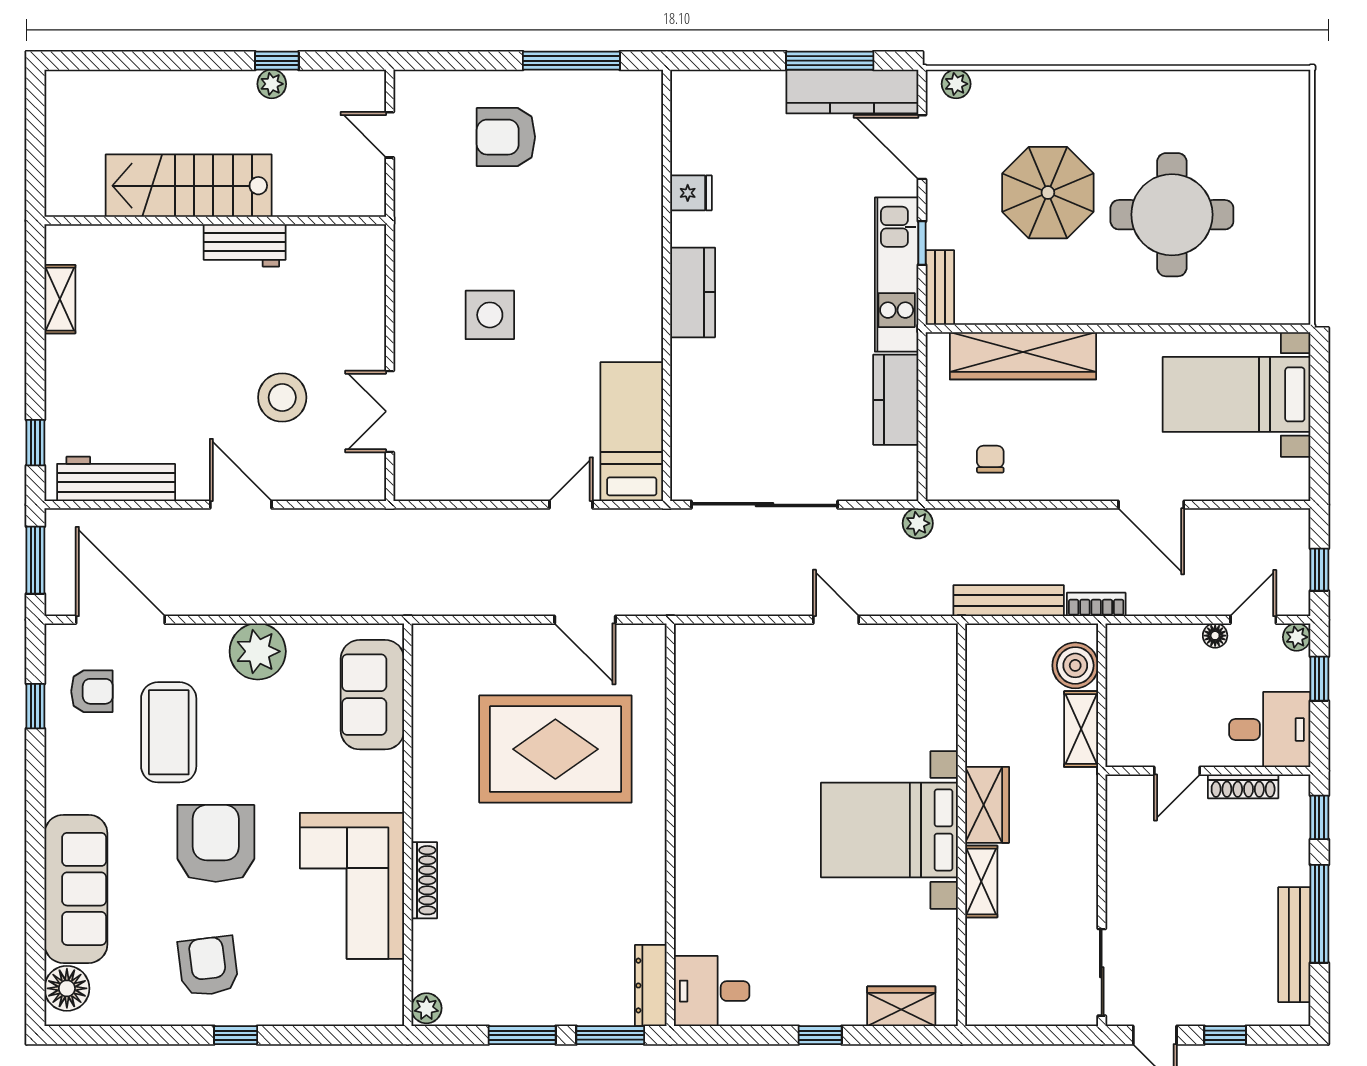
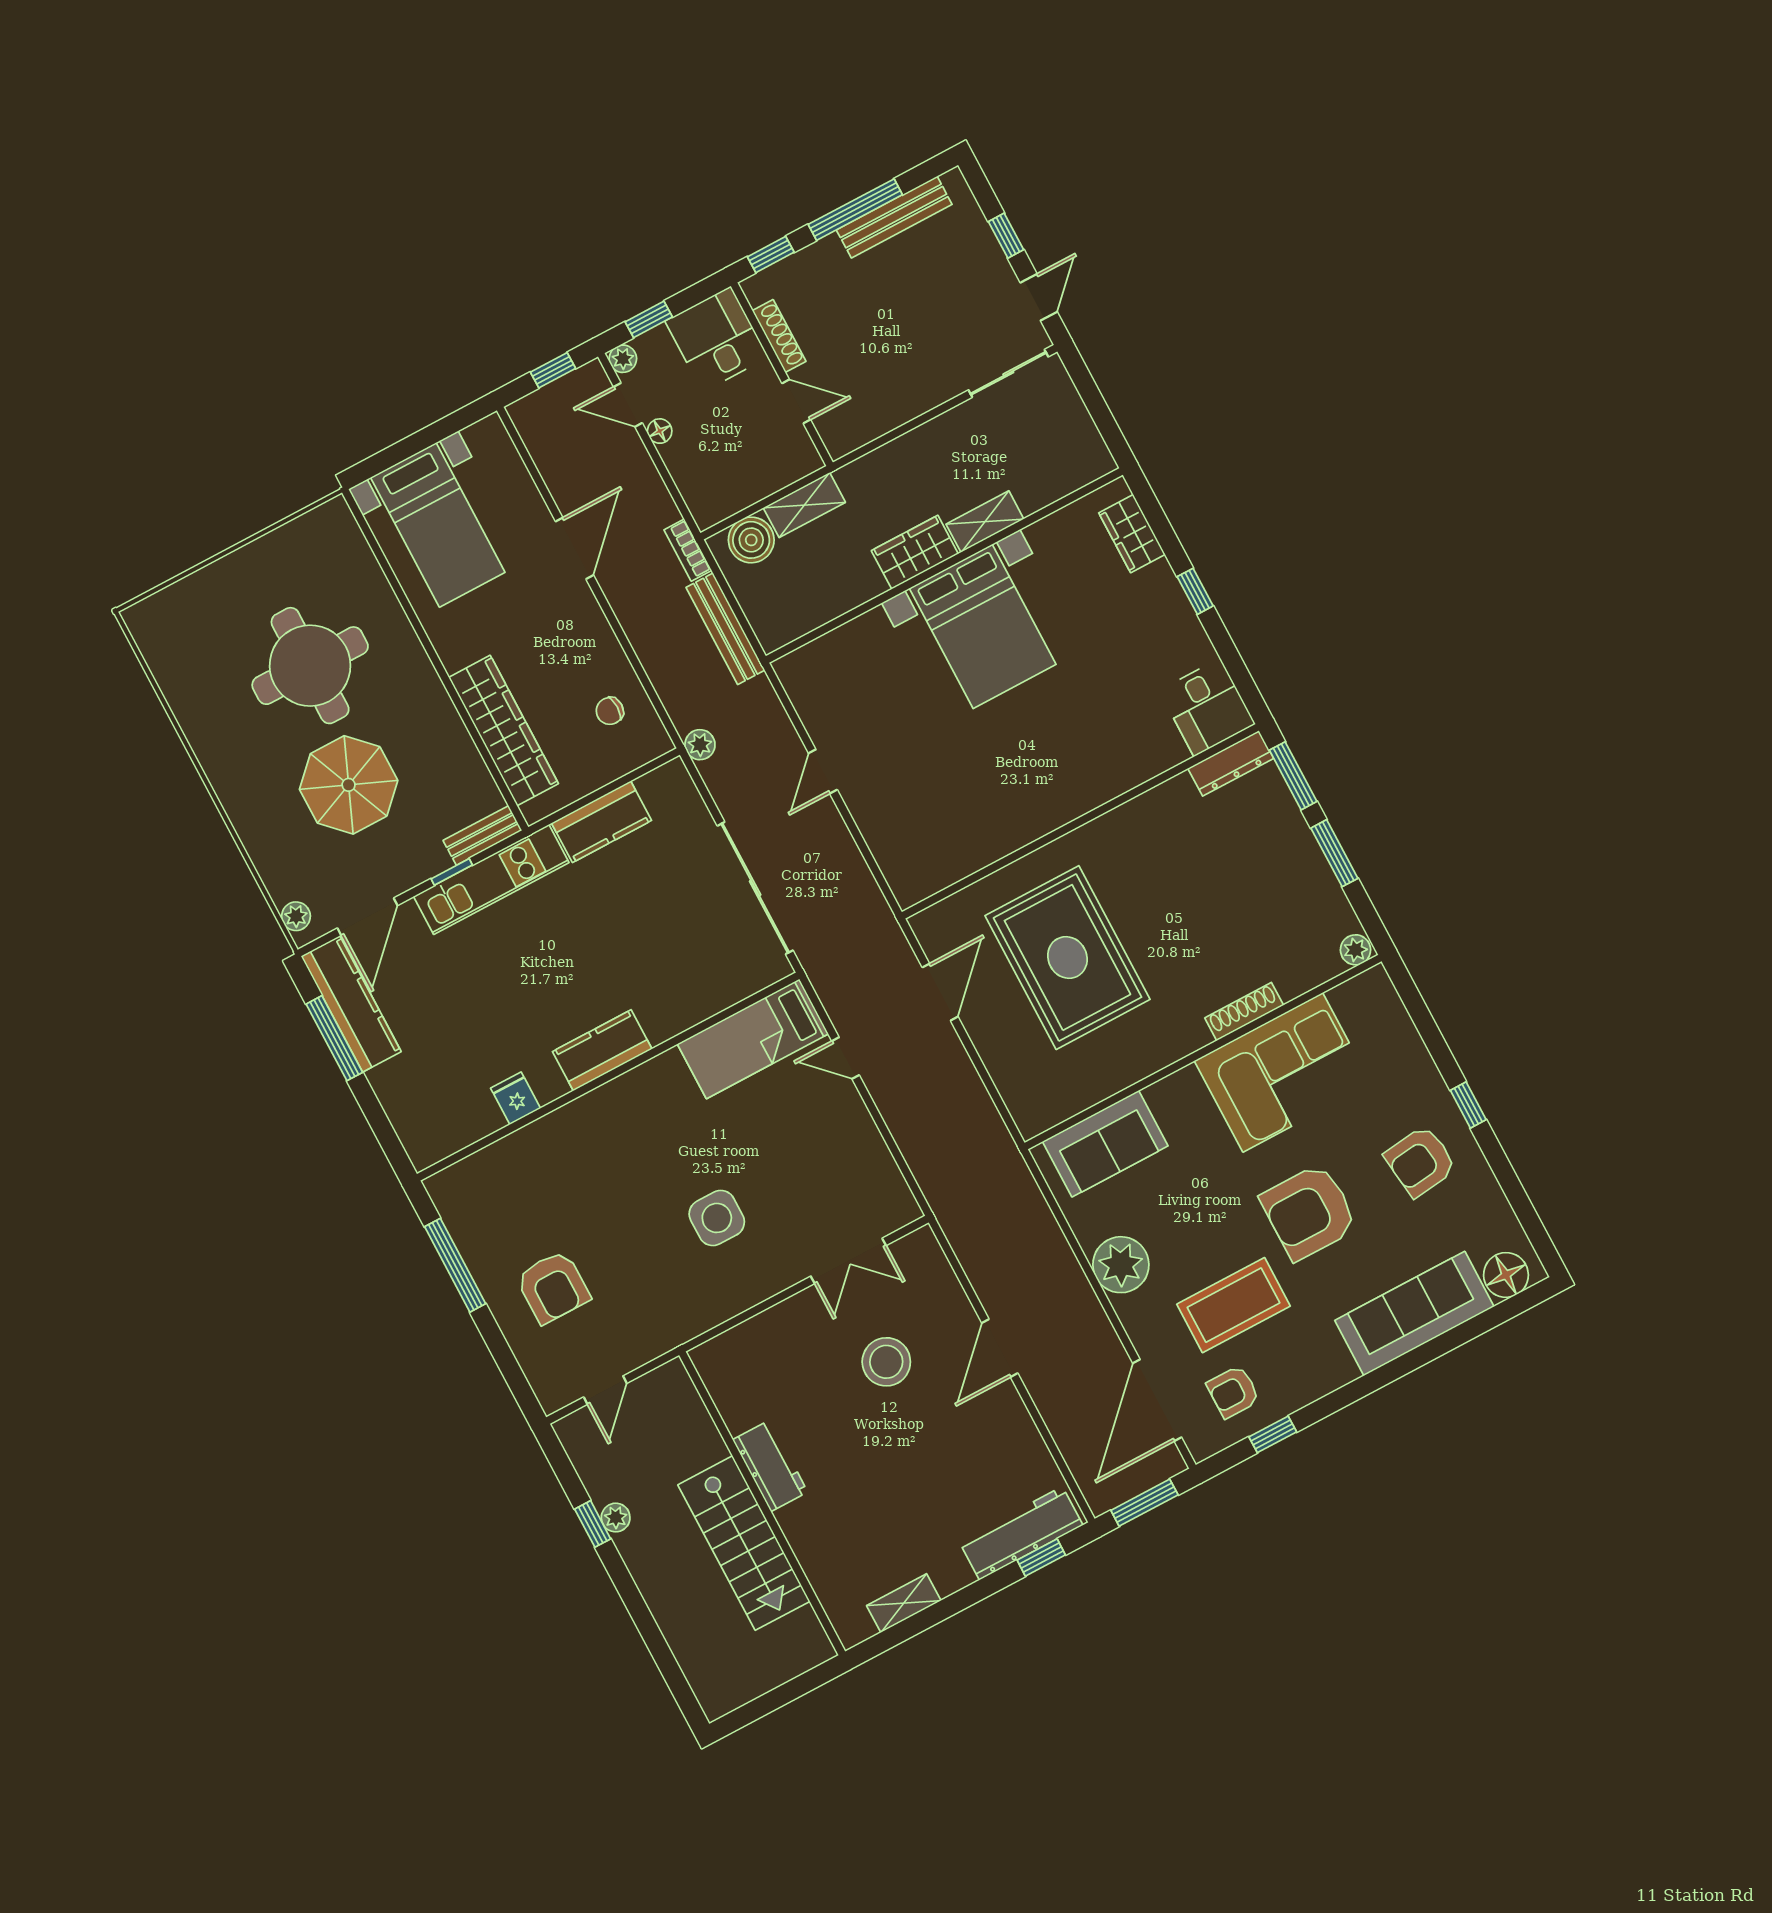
workbench: (116, 479) -> (1021, 1533), moved, turned 90
armchair: (92, 691) -> (1233, 1392), turned -90

